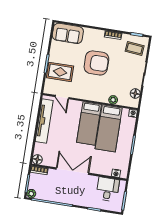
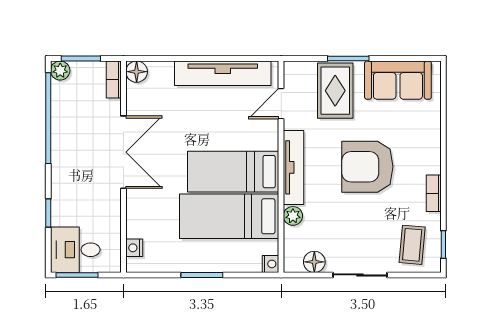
sofa: (68, 33) -> (398, 80), moved, turned -90
armchair: (96, 63) -> (367, 167), turned 90
tv unit: (91, 96) -> (293, 167), added
desk: (108, 189) -> (75, 250), moved, turned 180

